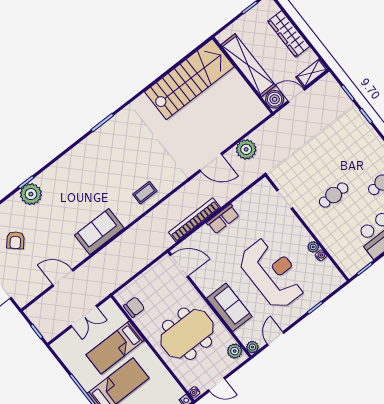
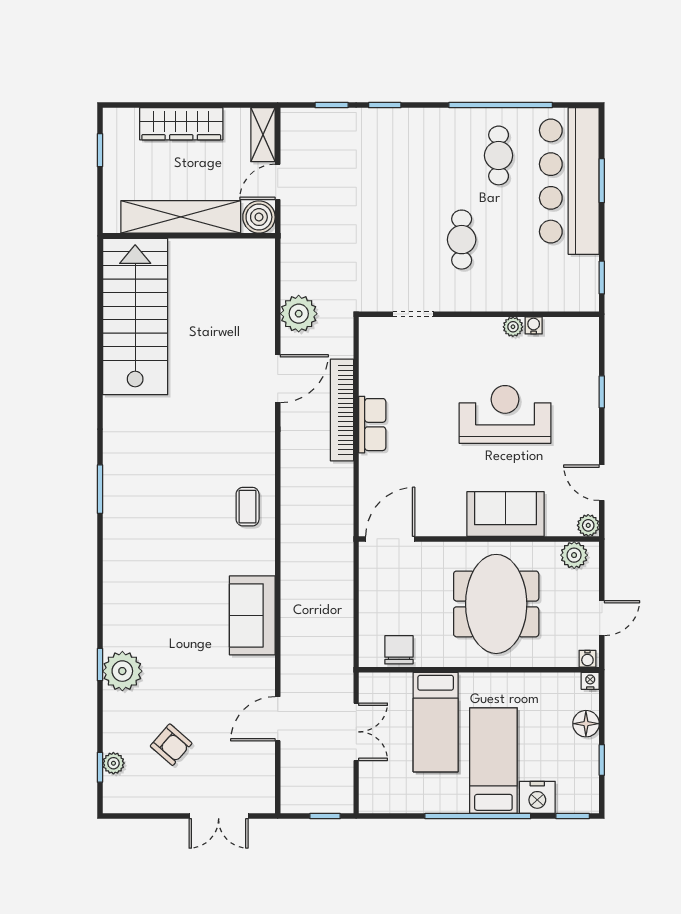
bookcase: (195, 220) -> (342, 410), moved
reception desk: (272, 273) -> (505, 414), width x0.74, depth x0.77

